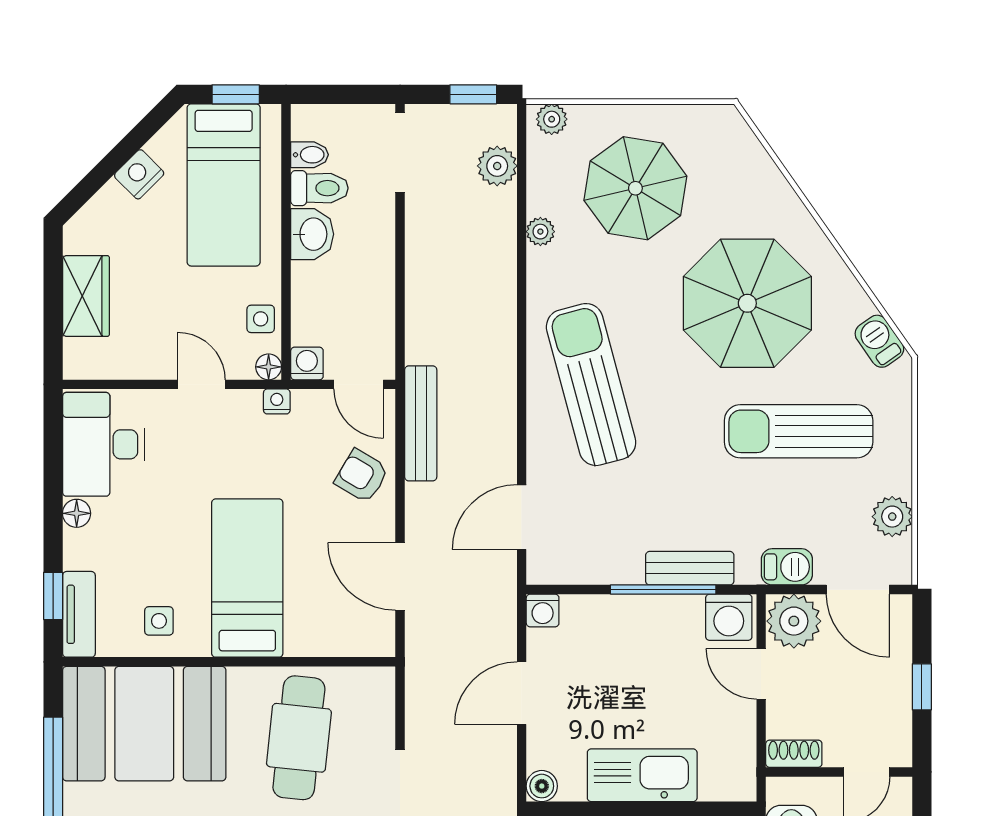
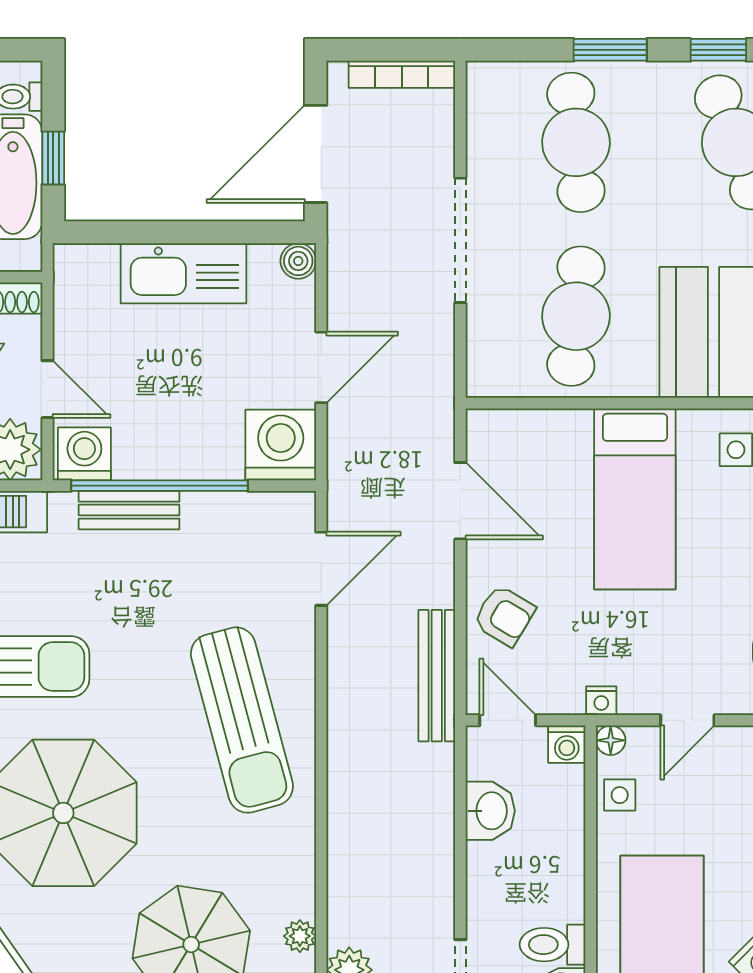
plant: (540, 232) -> (300, 936), moved
washbasin: (312, 234) -> (490, 811), moved, turned 180
door: (201, 384) -> (687, 720), hinge flipped
window: (663, 590) -> (160, 486), width x1.46
washing machine: (543, 610) -> (281, 445), width x1.89, depth x1.89

